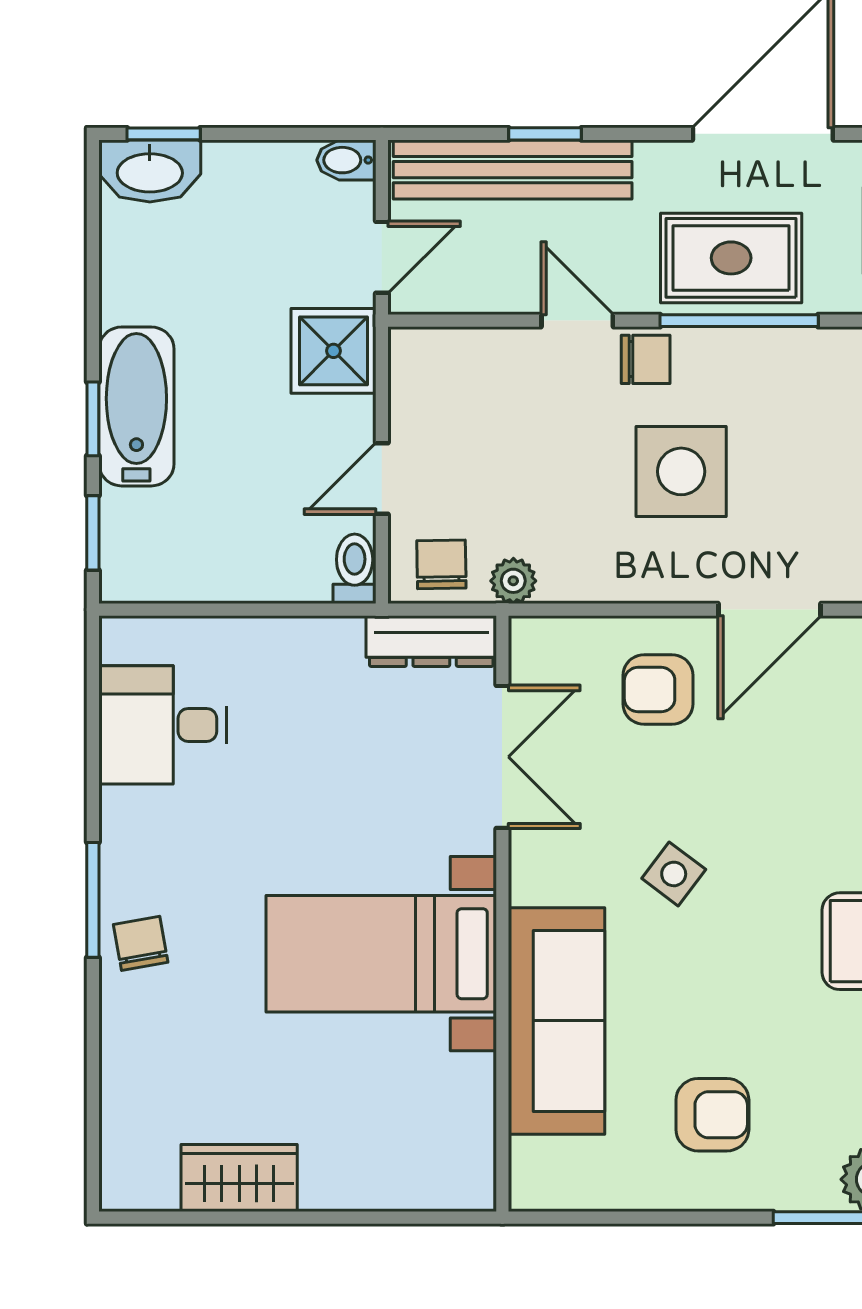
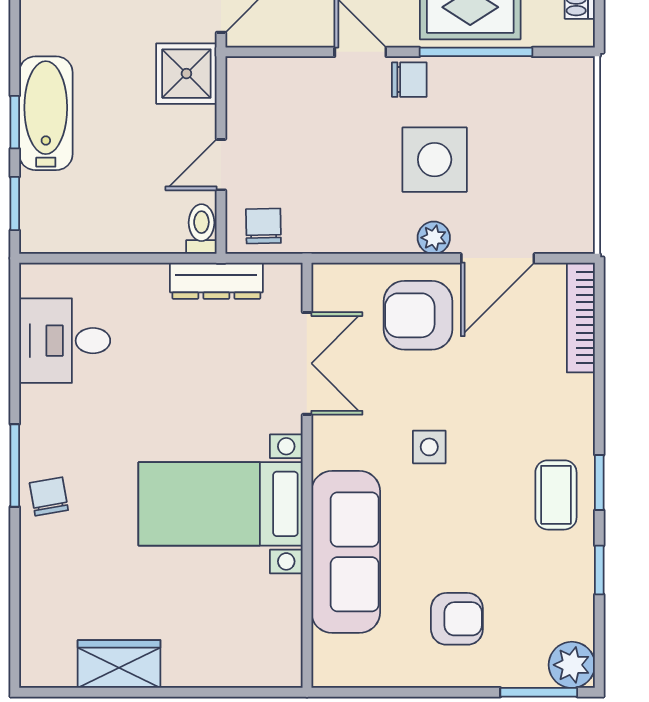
plant: (513, 581) -> (434, 238), moved
dresser: (431, 641) -> (216, 281), moved
armchair: (658, 690) -> (418, 315), width x1.38, depth x1.38
side table: (674, 874) -> (429, 447), turned -37

